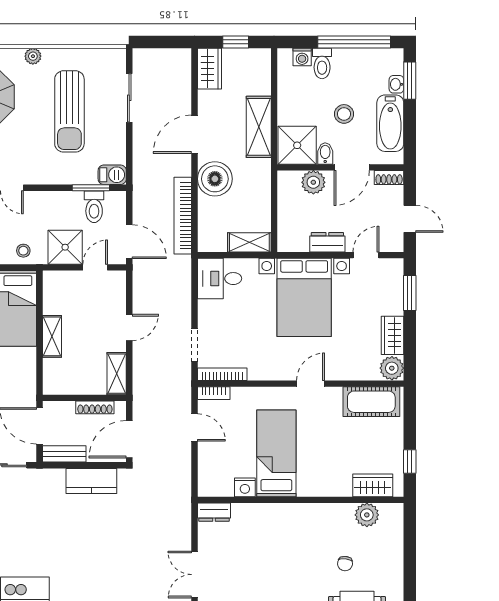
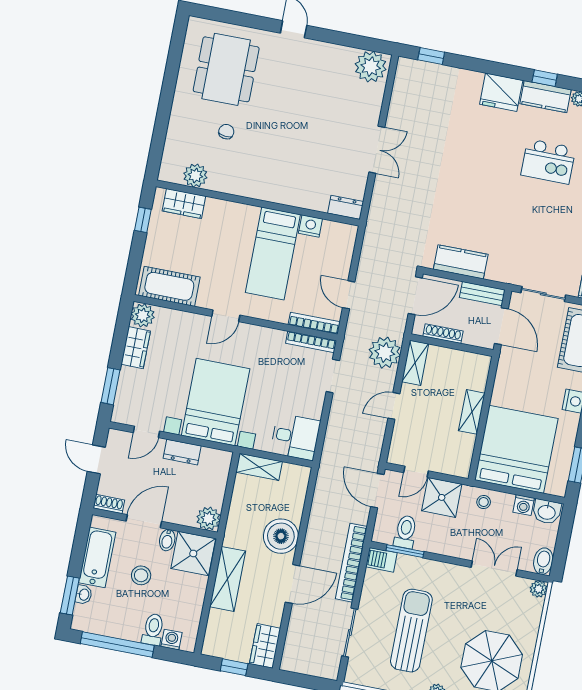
plant: (313, 182) -> (208, 519), moved
bookcase: (183, 216) -> (351, 563), moved, turned 180
plant: (148, 378) -> (385, 353), added
bookcase: (214, 393) -> (314, 323), width x1.56

